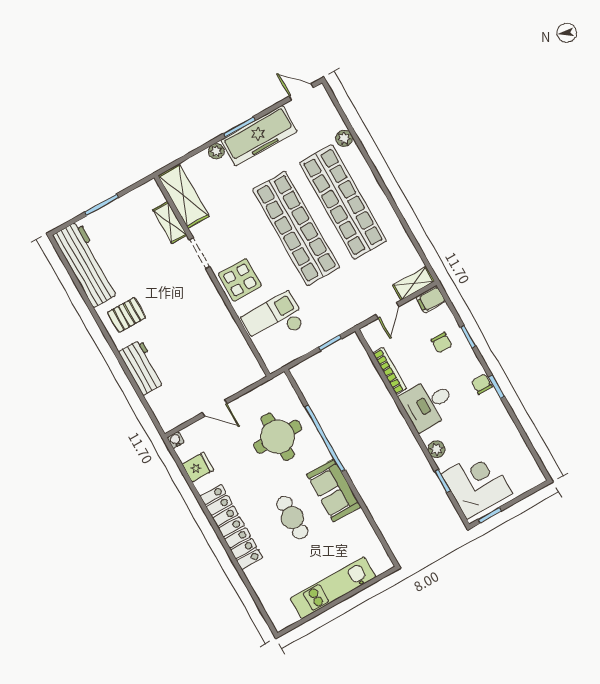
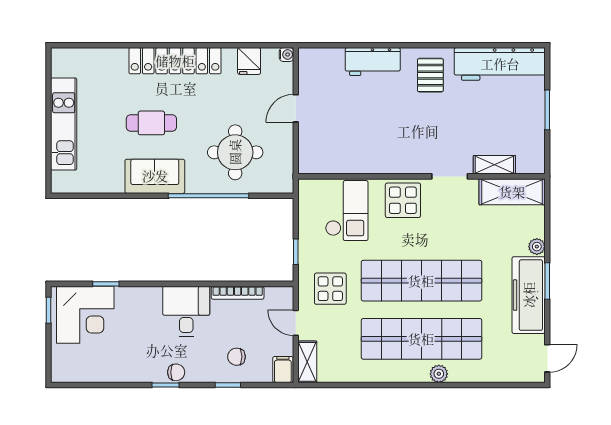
plant: (344, 138) -> (439, 374), moved
display table: (344, 298) -> (330, 289), added
plant: (437, 449) -> (139, 295), removed

